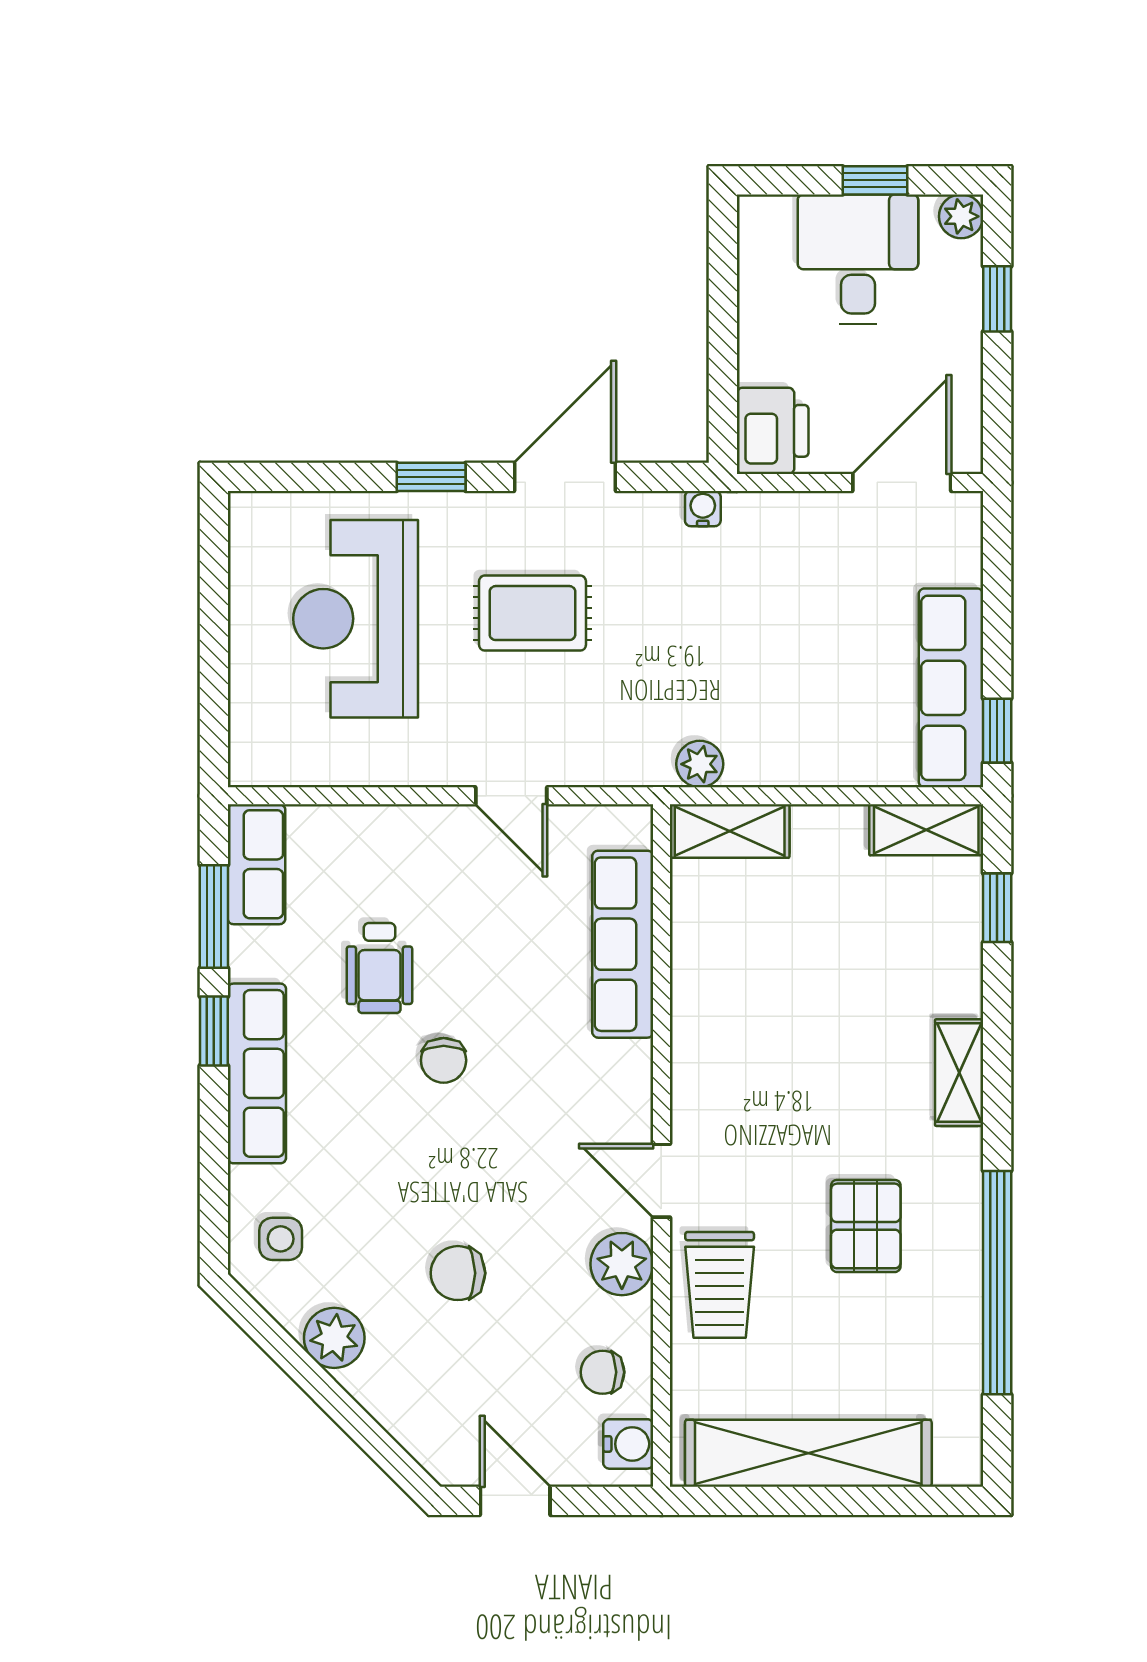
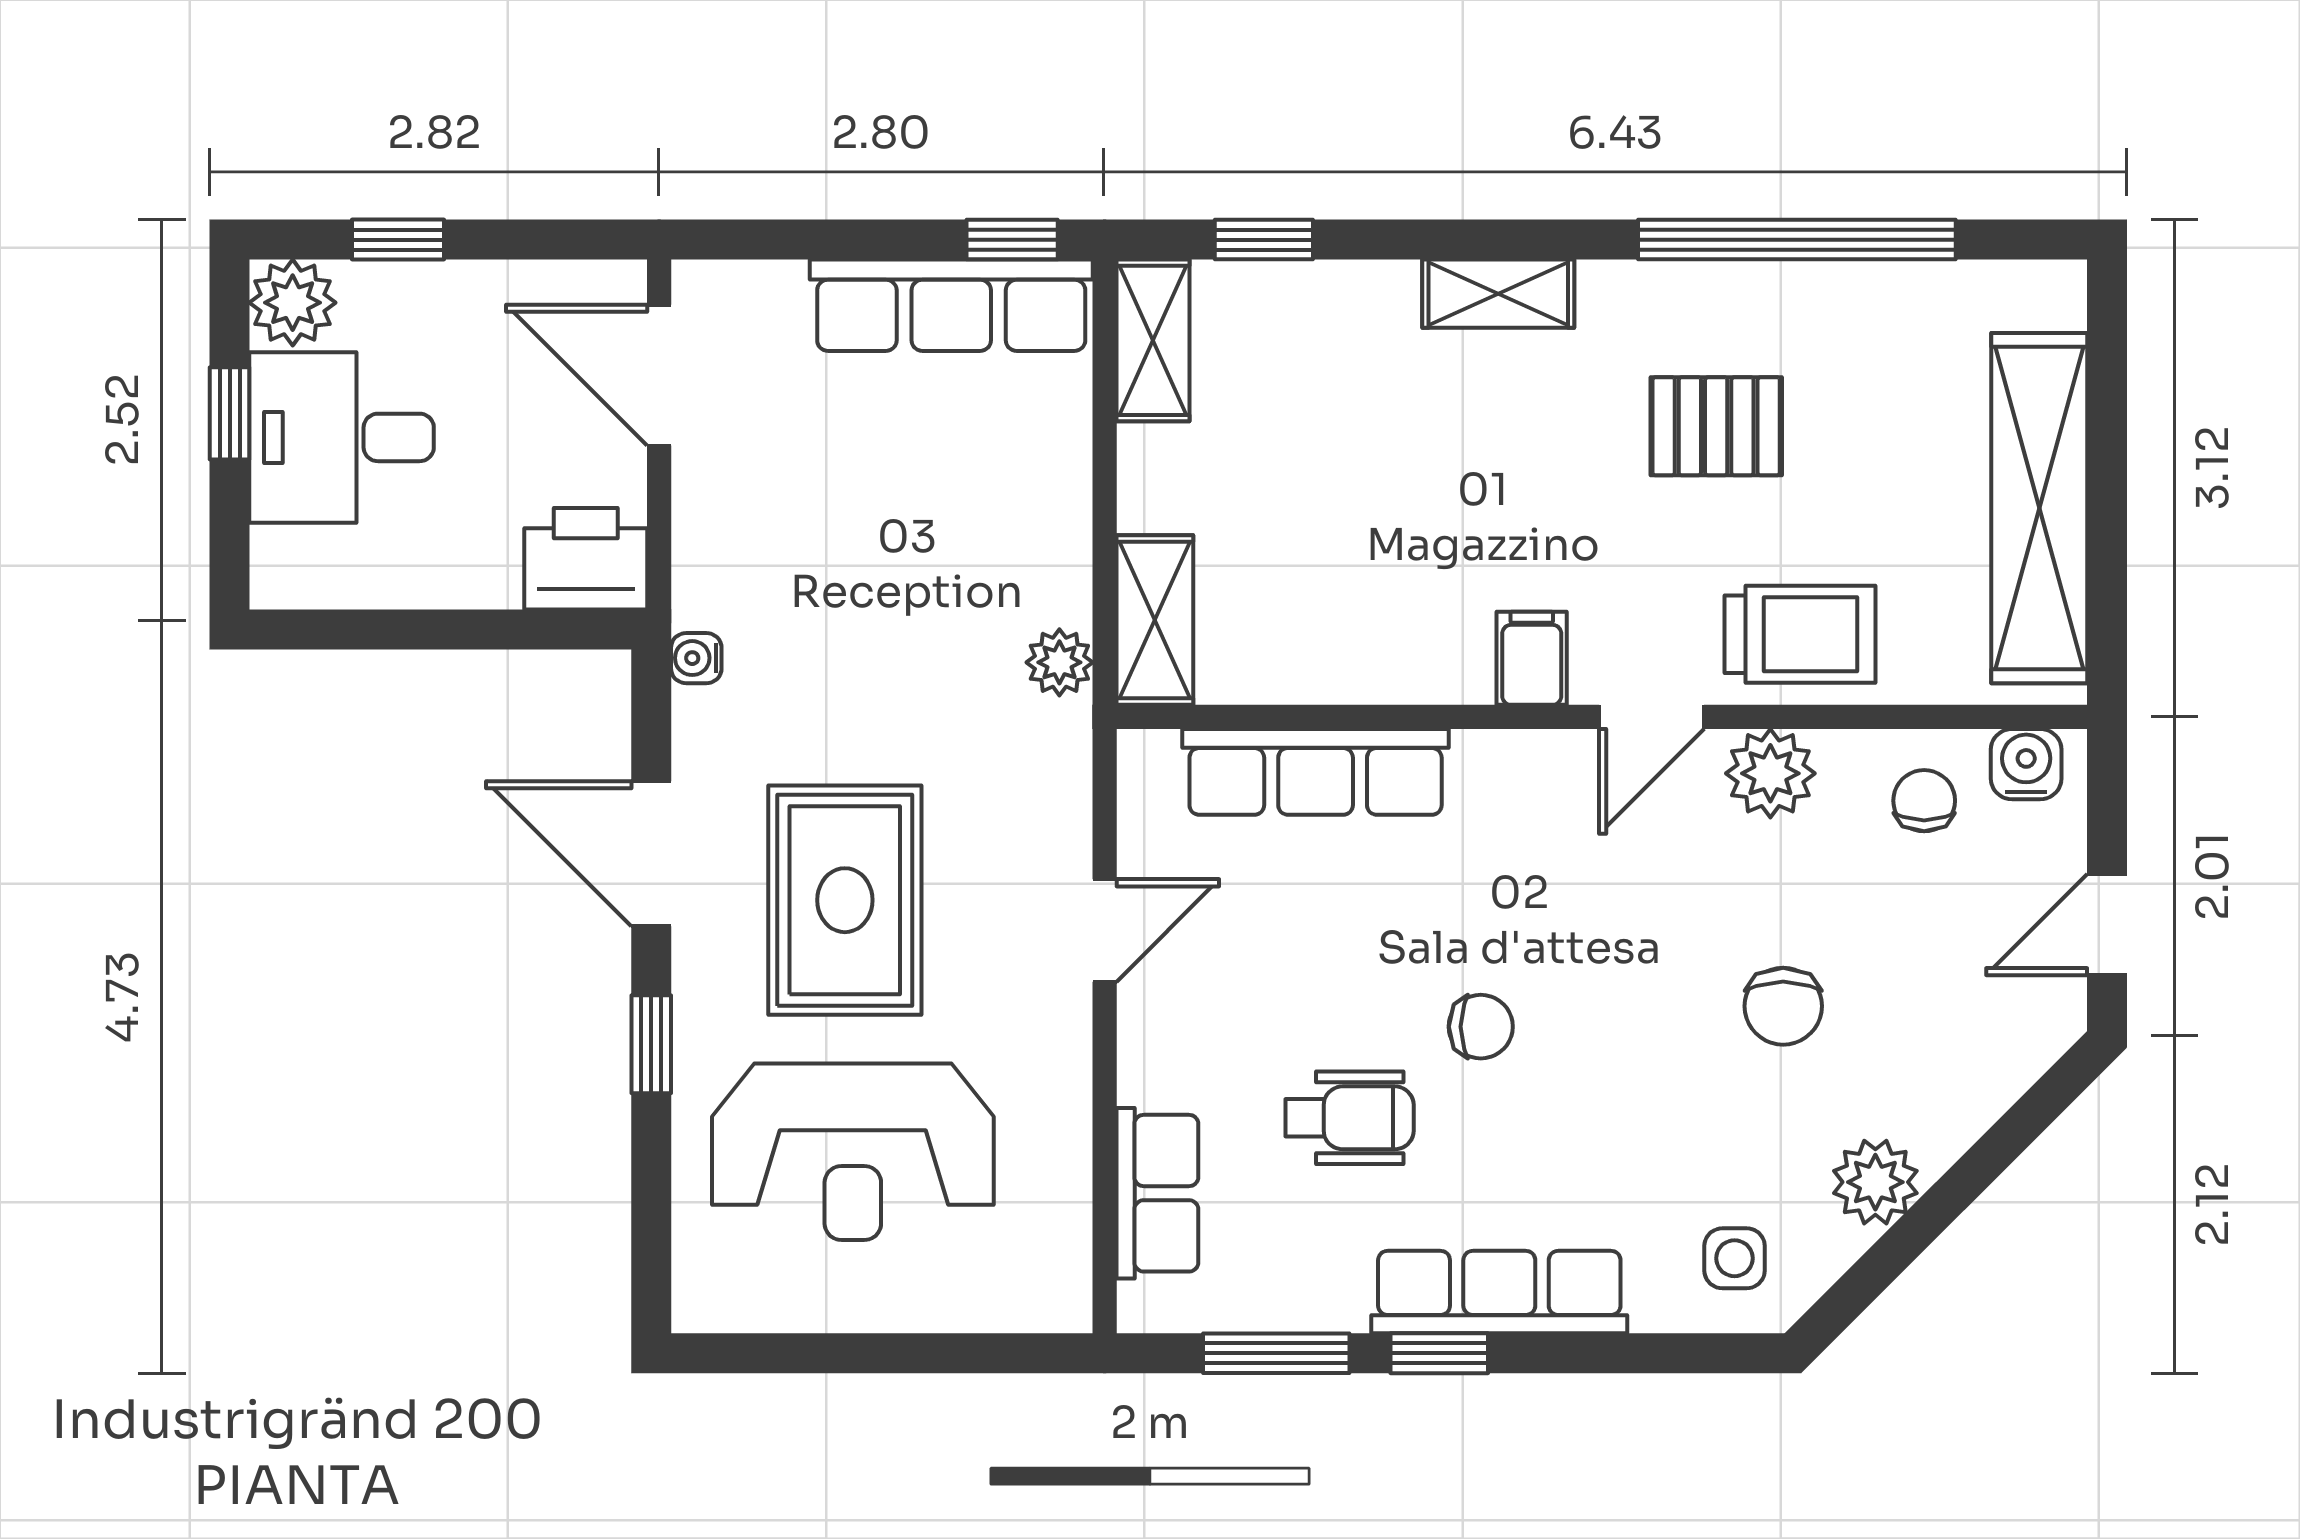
plant: (961, 216) -> (293, 303), width x1.38, depth x1.38
rug: (532, 613) -> (845, 900), width x1.36, depth x1.43
row of seats: (256, 864) -> (1157, 1193), moved, turned 90
filing cabinet: (703, 1096) -> (1532, 658), added
chair: (602, 1372) -> (1924, 801), turned 180

